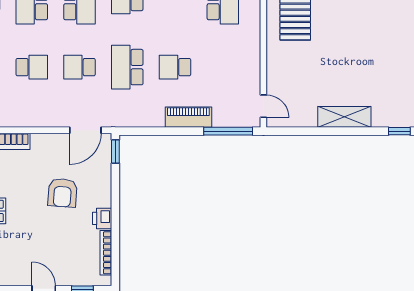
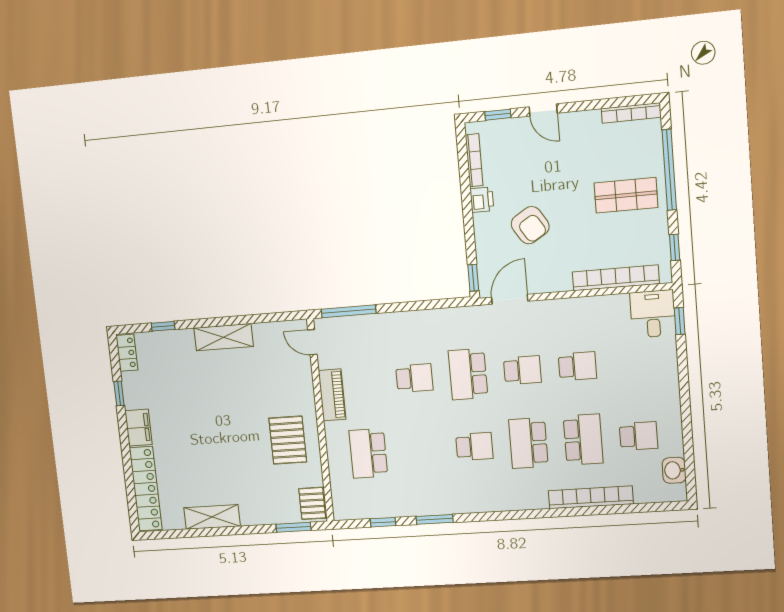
school desk: (32, 67) -> (577, 366), turned 180
school desk: (127, 67) -> (468, 374), turned 180
piano: (188, 117) -> (332, 395), moved, turned -90
armchair: (62, 193) -> (530, 225), turned 144

